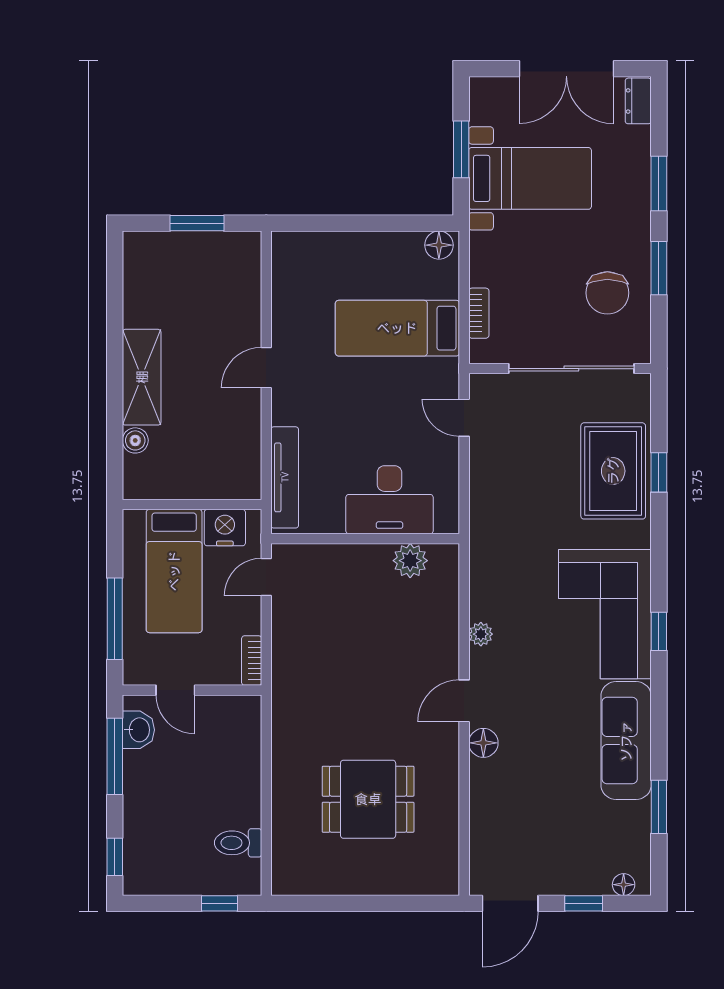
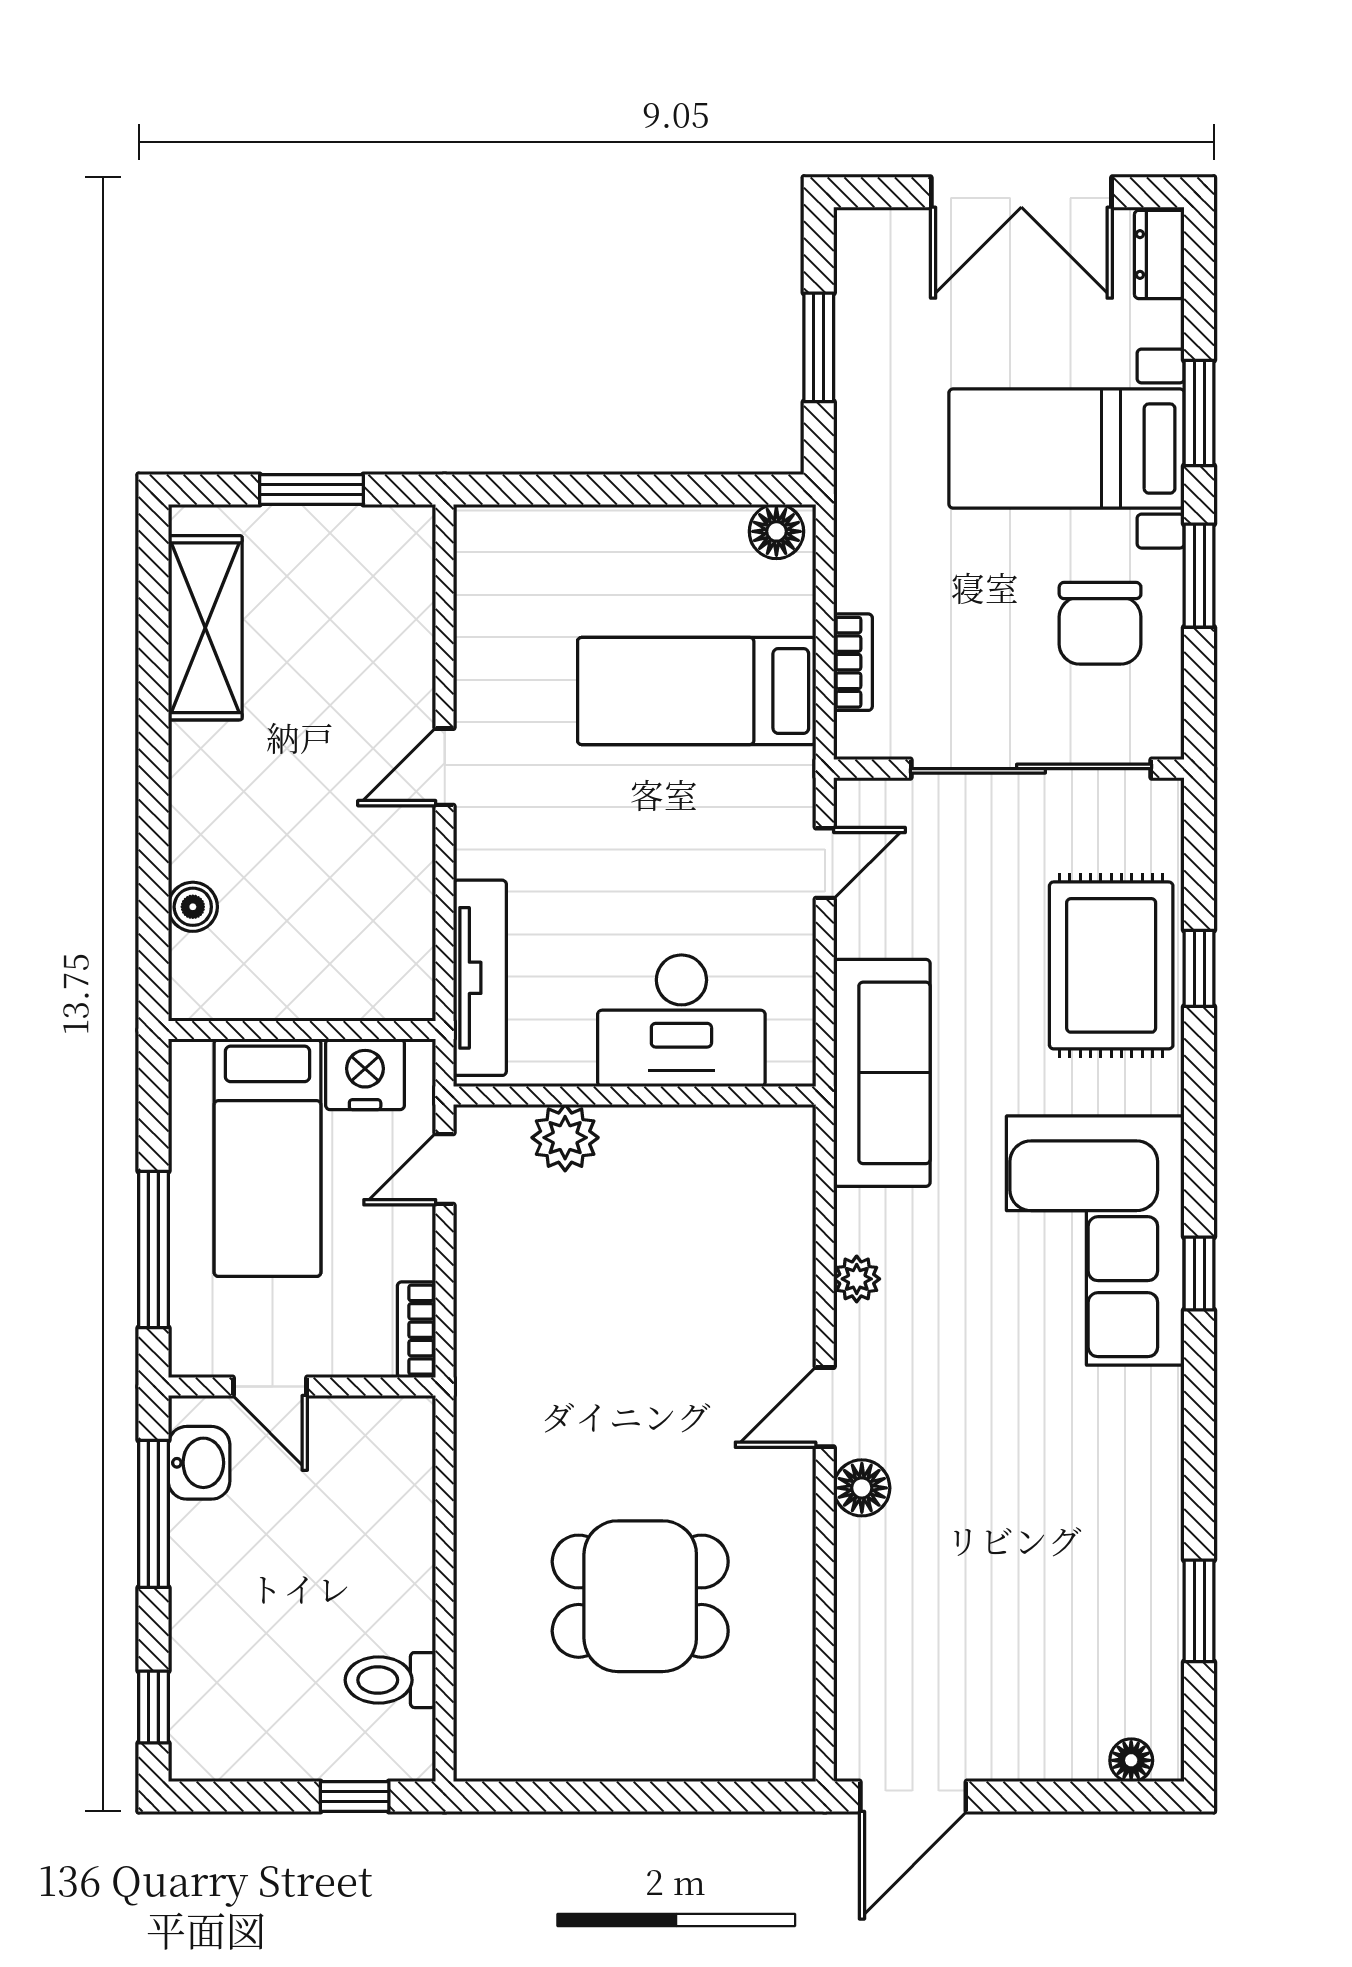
bed with nightstands: (530, 178) -> (1067, 449), moved, turned 180
shelving: (142, 377) -> (205, 628), moved
door: (464, 418) -> (825, 863), swing flipped
plant: (410, 561) -> (565, 1138), moved
sofa: (626, 741) -> (882, 1073), moved, turned 180
window: (584, 903) -> (1054, 1796), removed

